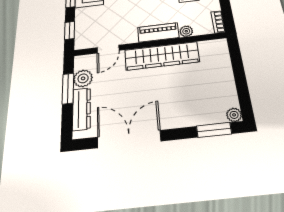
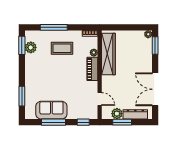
wardrobe: (162, 56) -> (108, 54), moved

